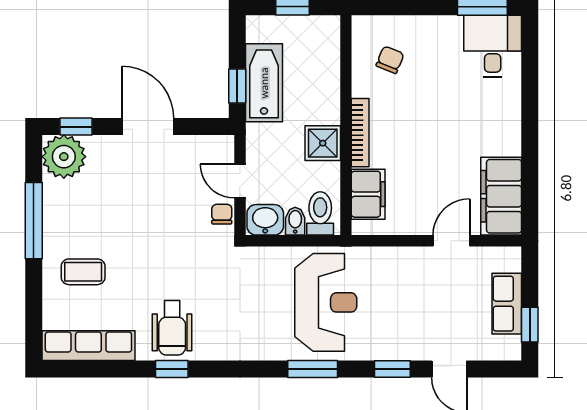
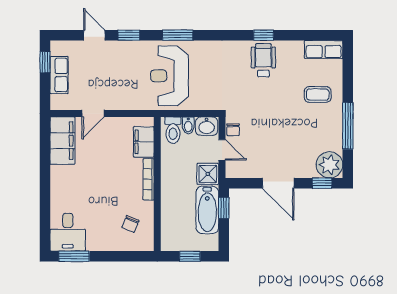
shower: (323, 143) -> (208, 174), moved
row of seats: (88, 346) -> (324, 49), width x0.68

